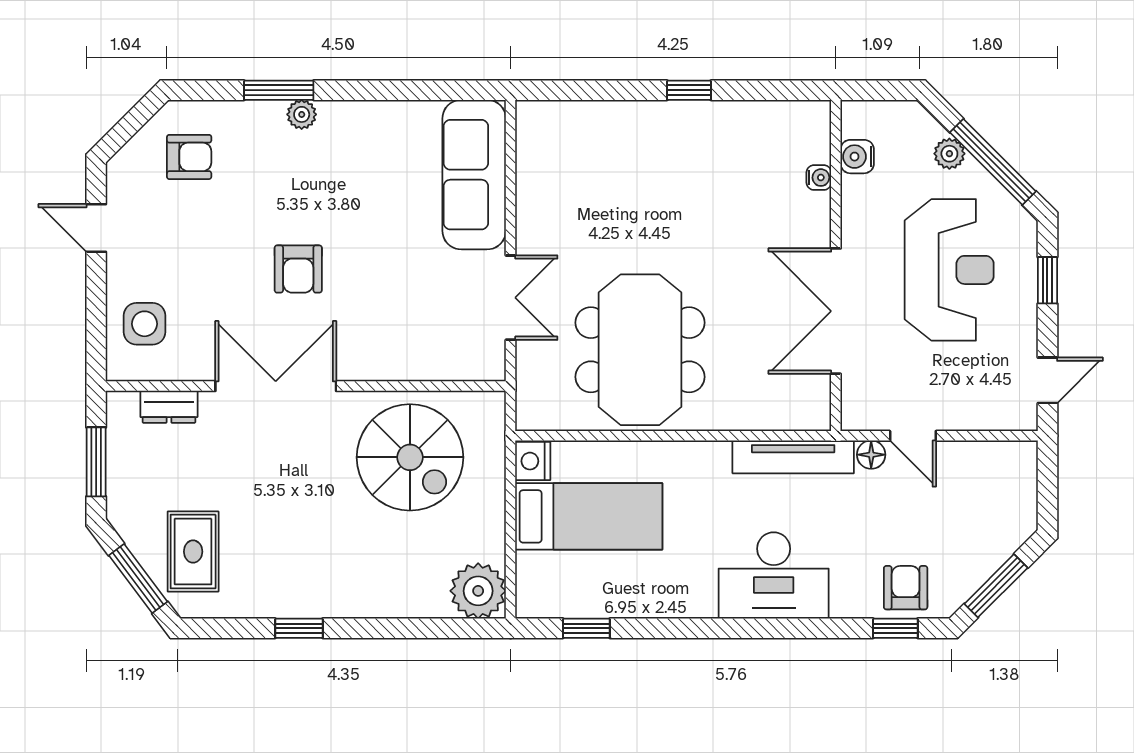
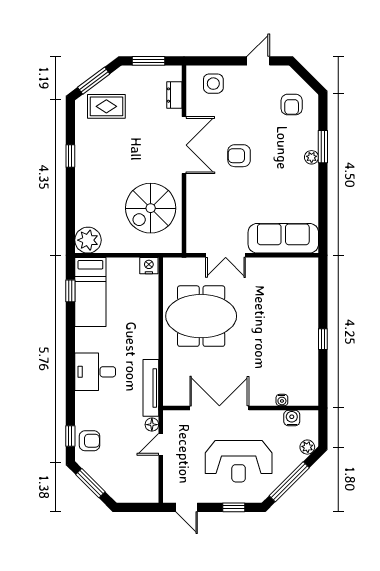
plant: (949, 154) -> (307, 447), moved
bed: (589, 516) -> (90, 292), moved
desk: (774, 576) -> (95, 372), width x0.73

